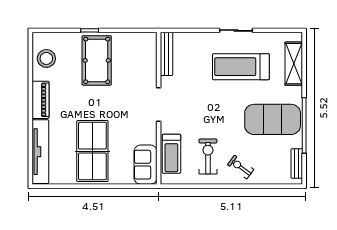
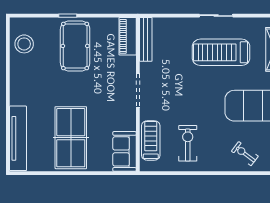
piano: (41, 100) -> (128, 36), moved, turned 180
treadmill: (171, 154) -> (151, 140), turned 180
exercise bike: (241, 167) -> (245, 154), moved

